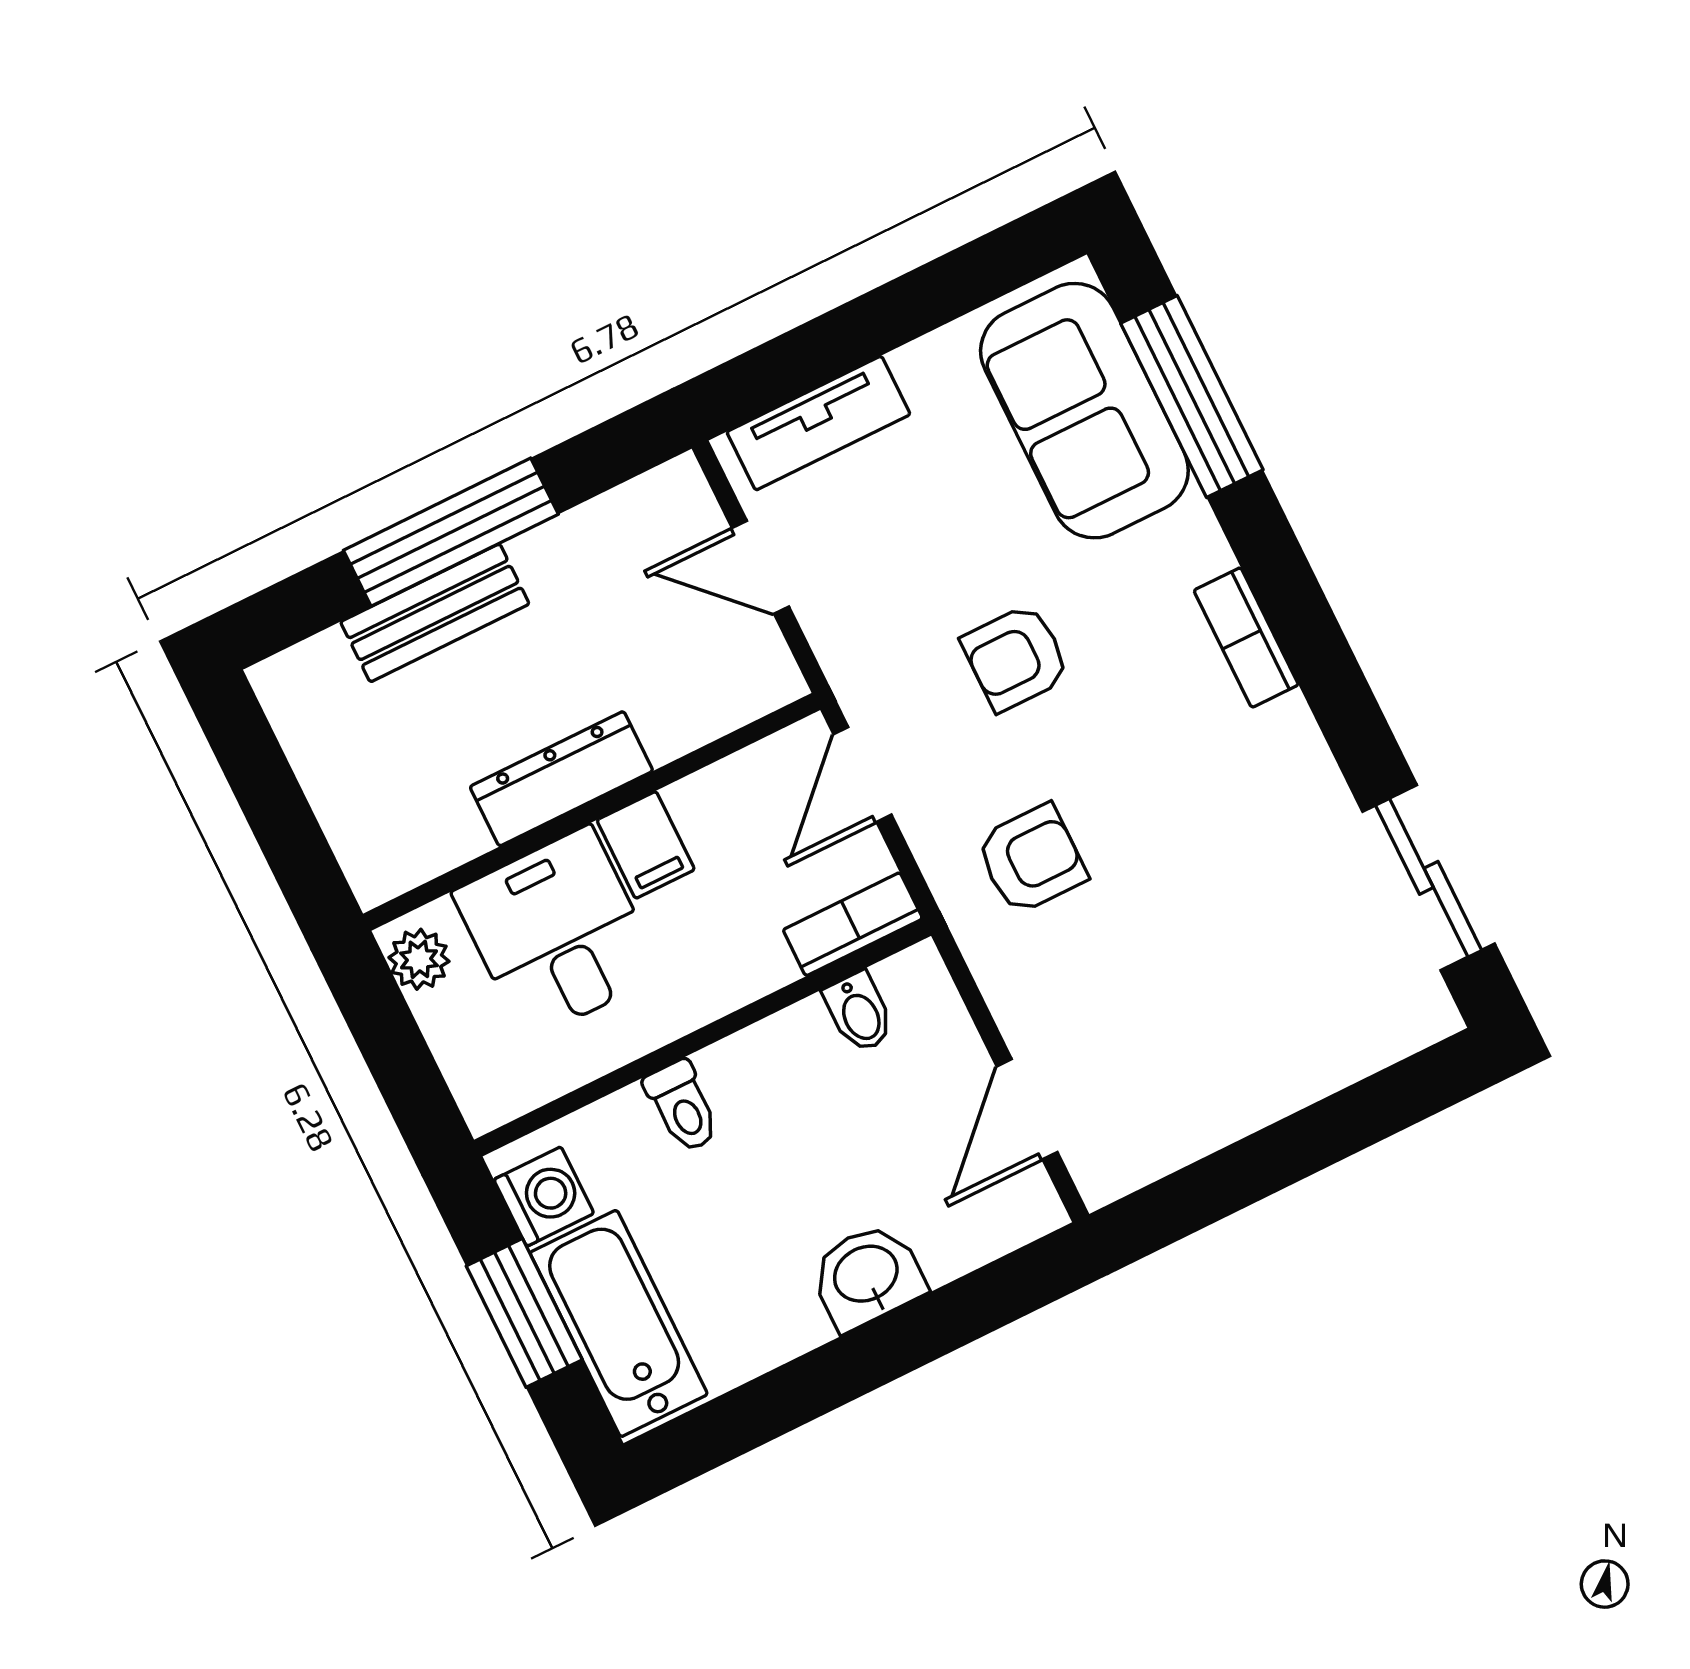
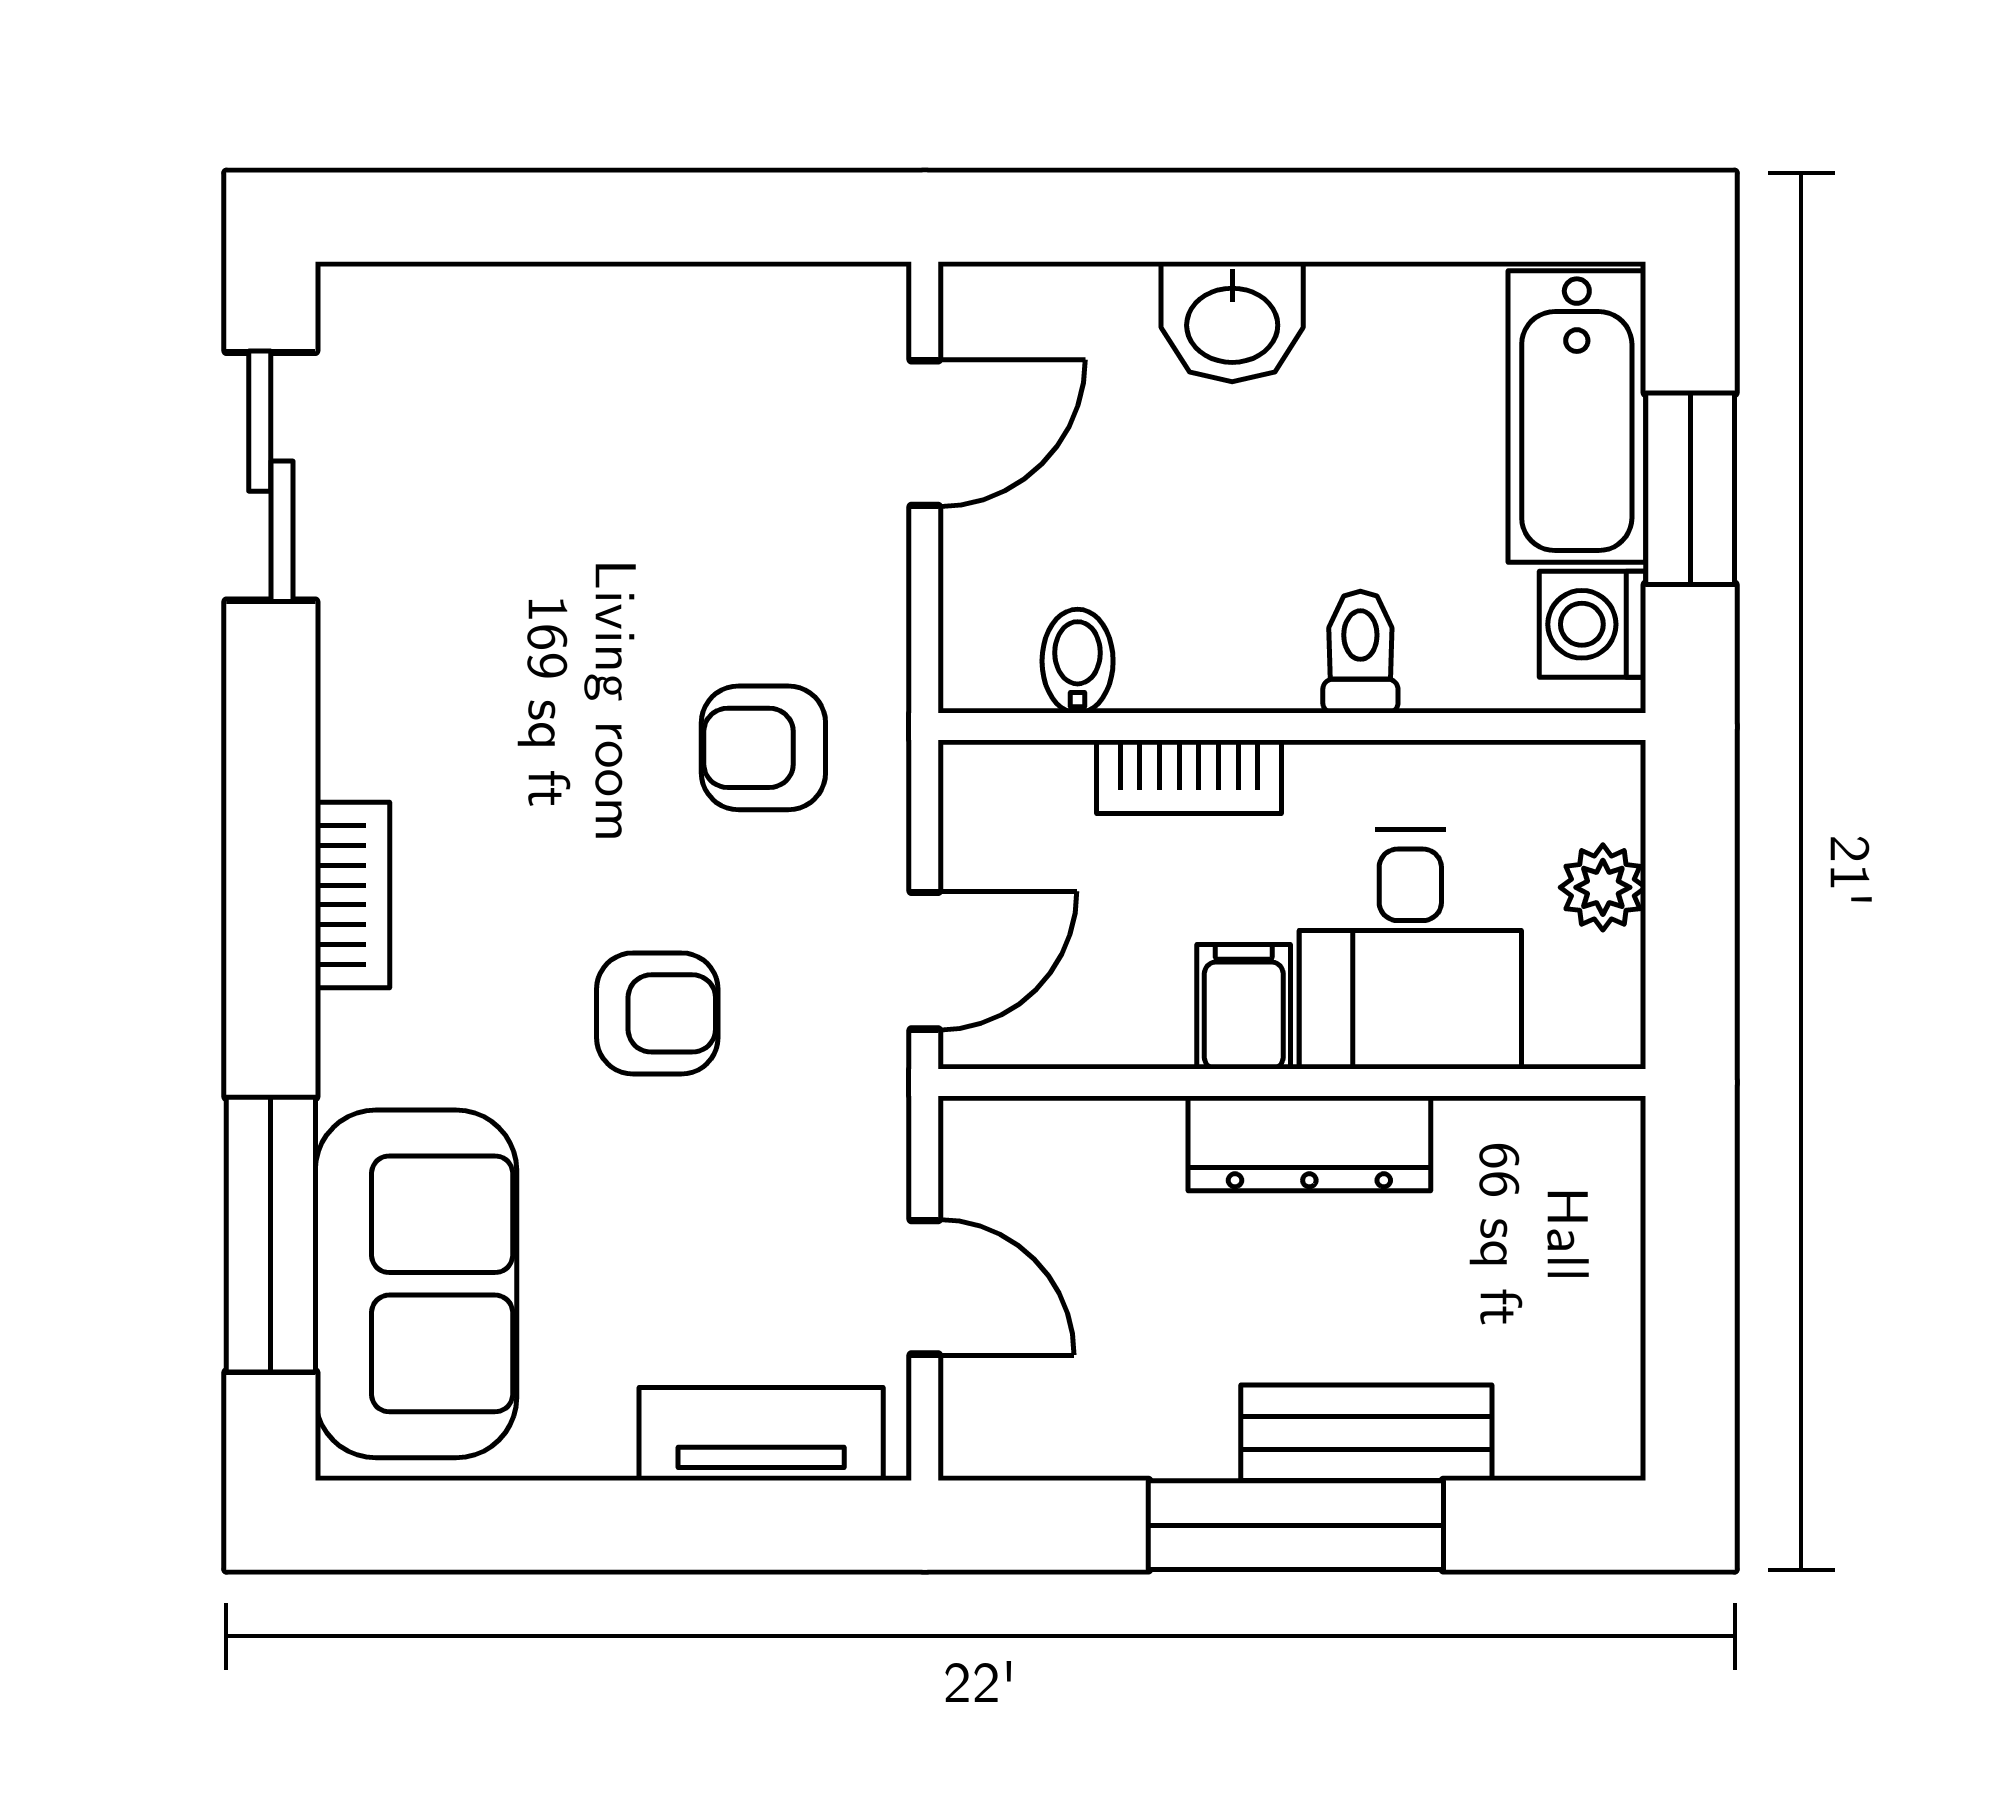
bookcase: (853, 924) -> (1189, 777), moved
plant: (419, 959) -> (1603, 887), moved

